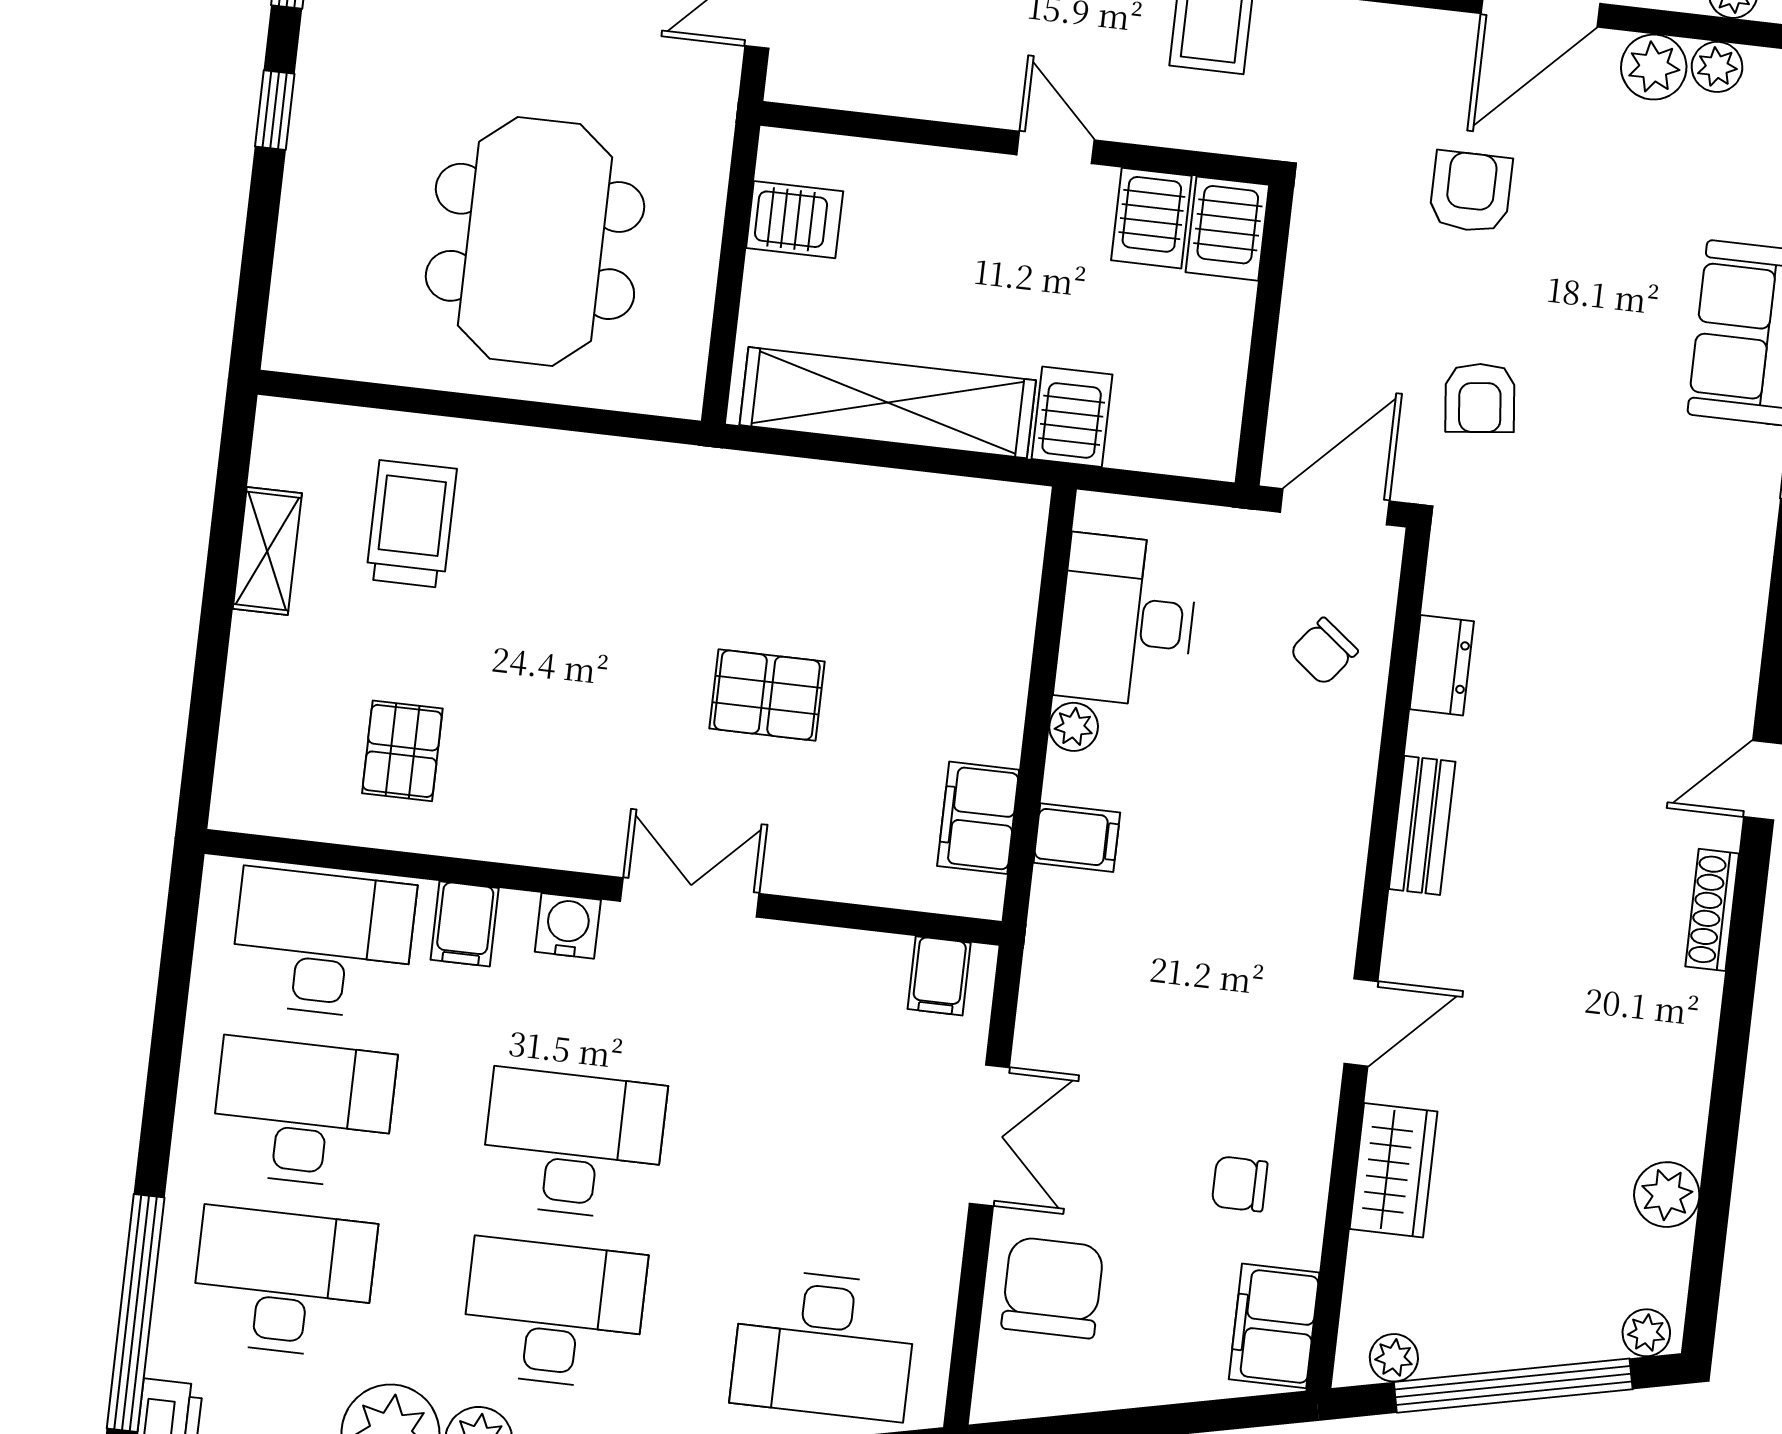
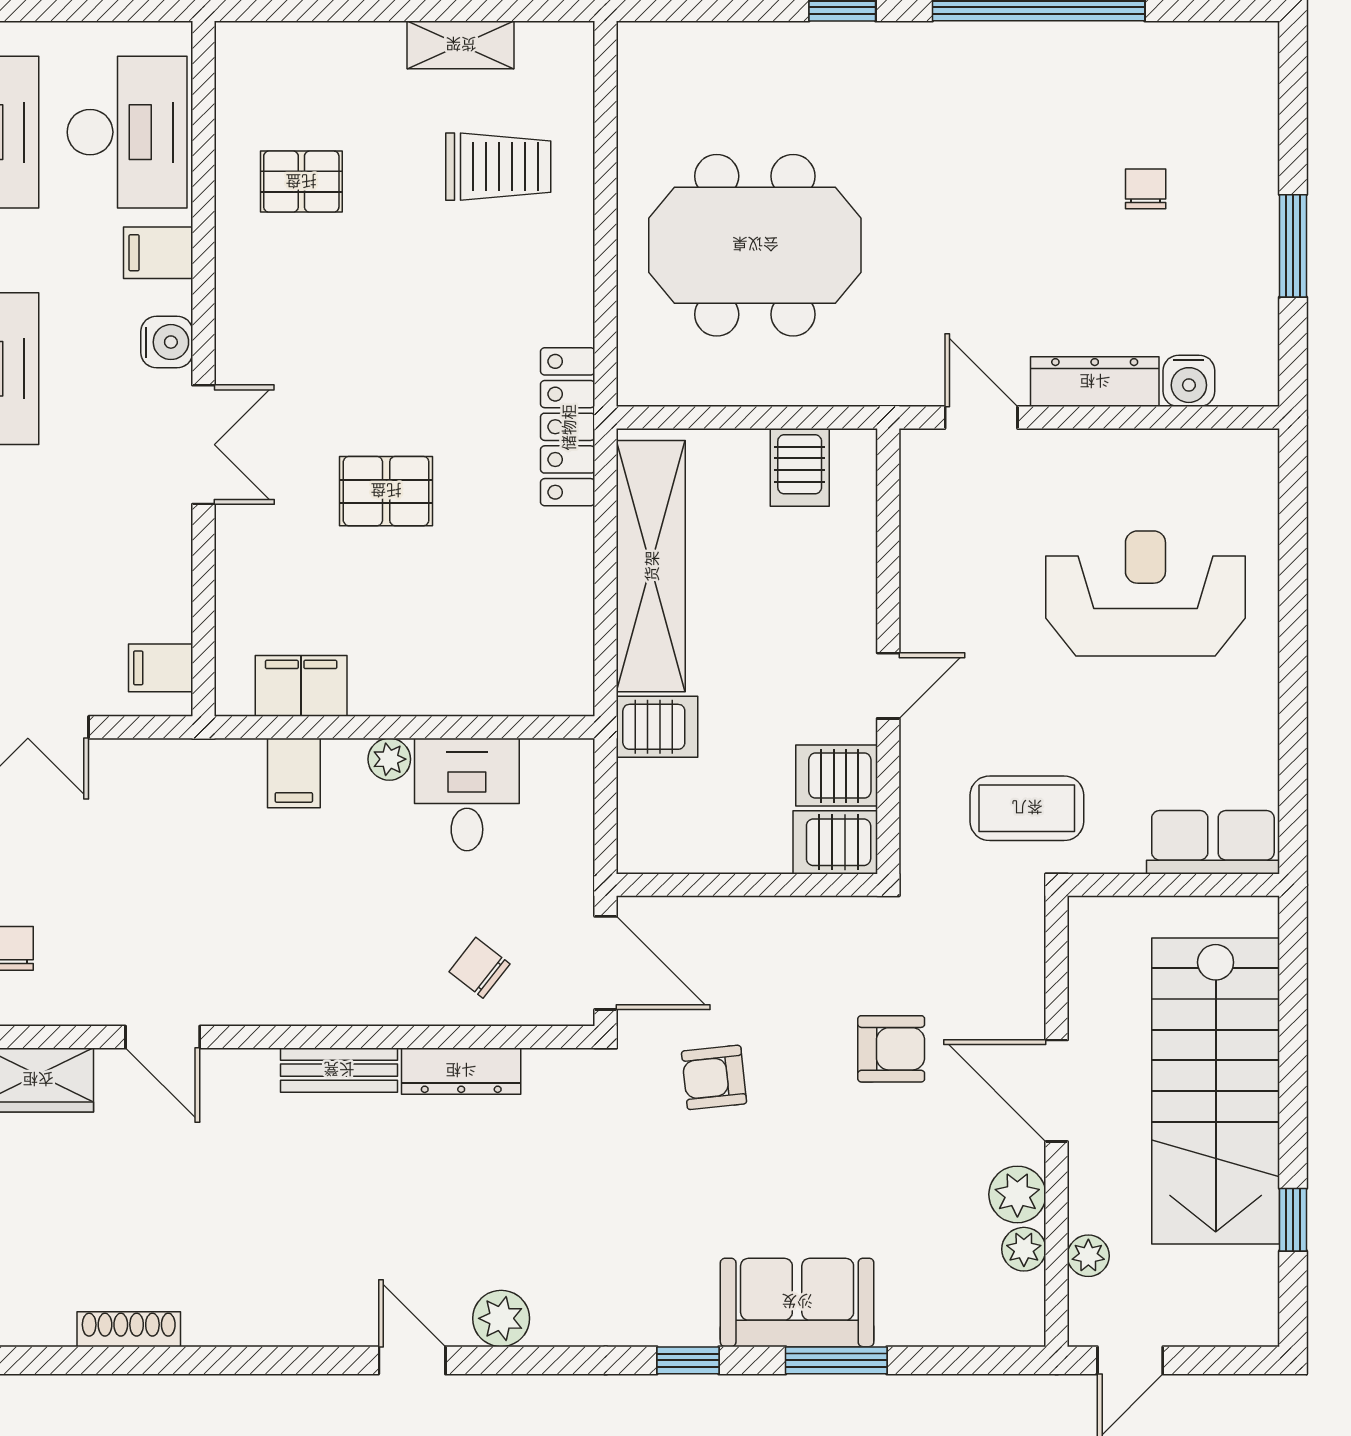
locker: (718, 479) -> (568, 427), added
desk: (1127, 621) -> (467, 794), width x0.73
dresser: (1442, 665) -> (461, 1071), width x1.44
pallet: (767, 695) -> (386, 491), turned 90
shoe rack: (1712, 910) -> (129, 1329), moved
plant: (1667, 1195) -> (501, 1318), moved

